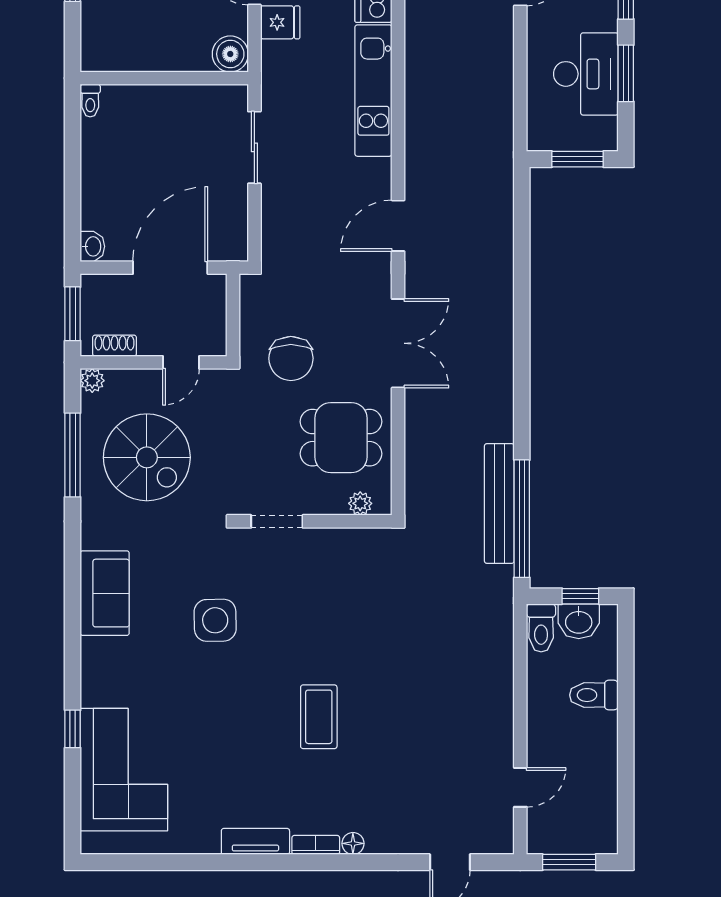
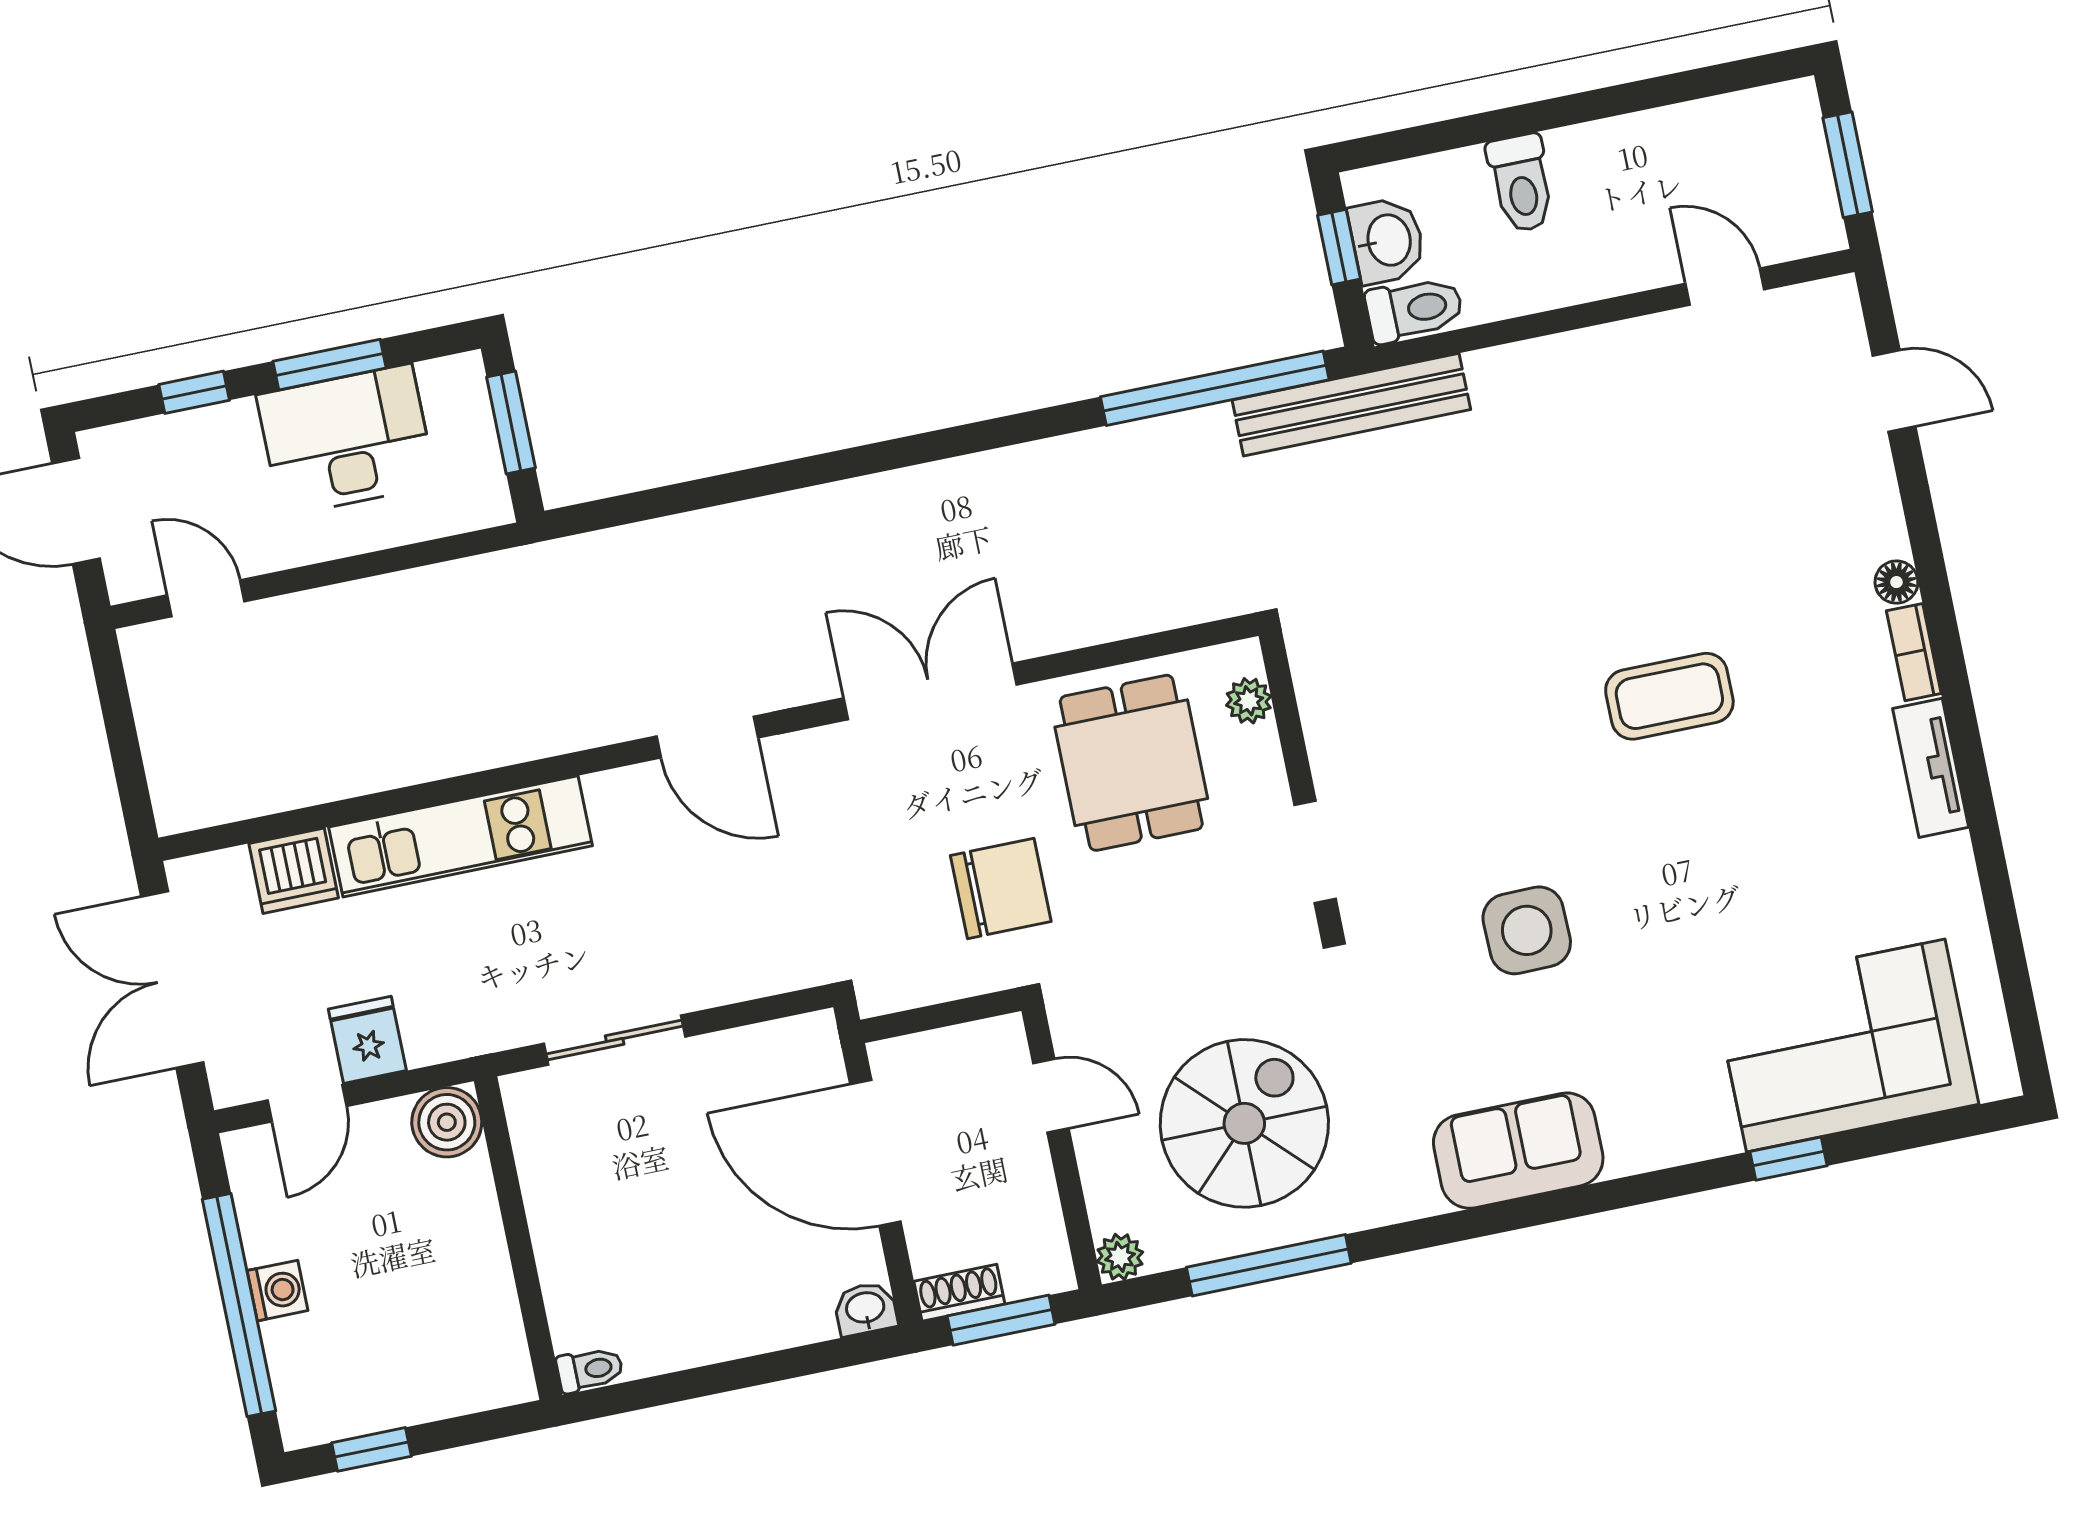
shoe rack: (115, 346) -> (959, 1293), moved, turned 90
bench: (499, 503) -> (1351, 405), moved

